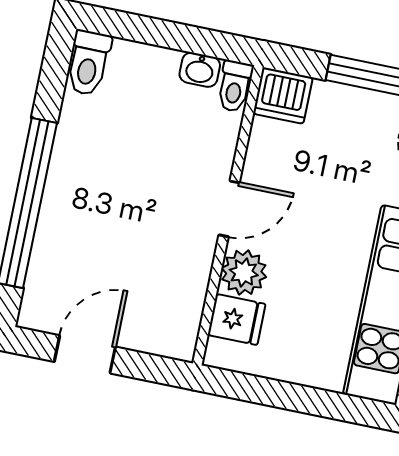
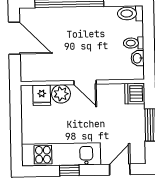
toilet: (235, 86) -> (134, 43), moved
door: (85, 354) -> (14, 38), width x1.38

